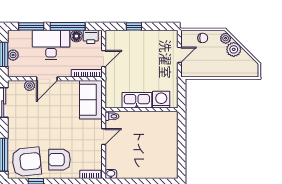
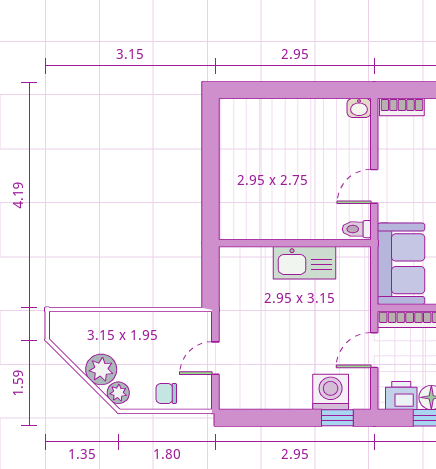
window: (134, 26) -> (337, 418), moved
washing machine: (161, 100) -> (331, 392), moved, turned 180

